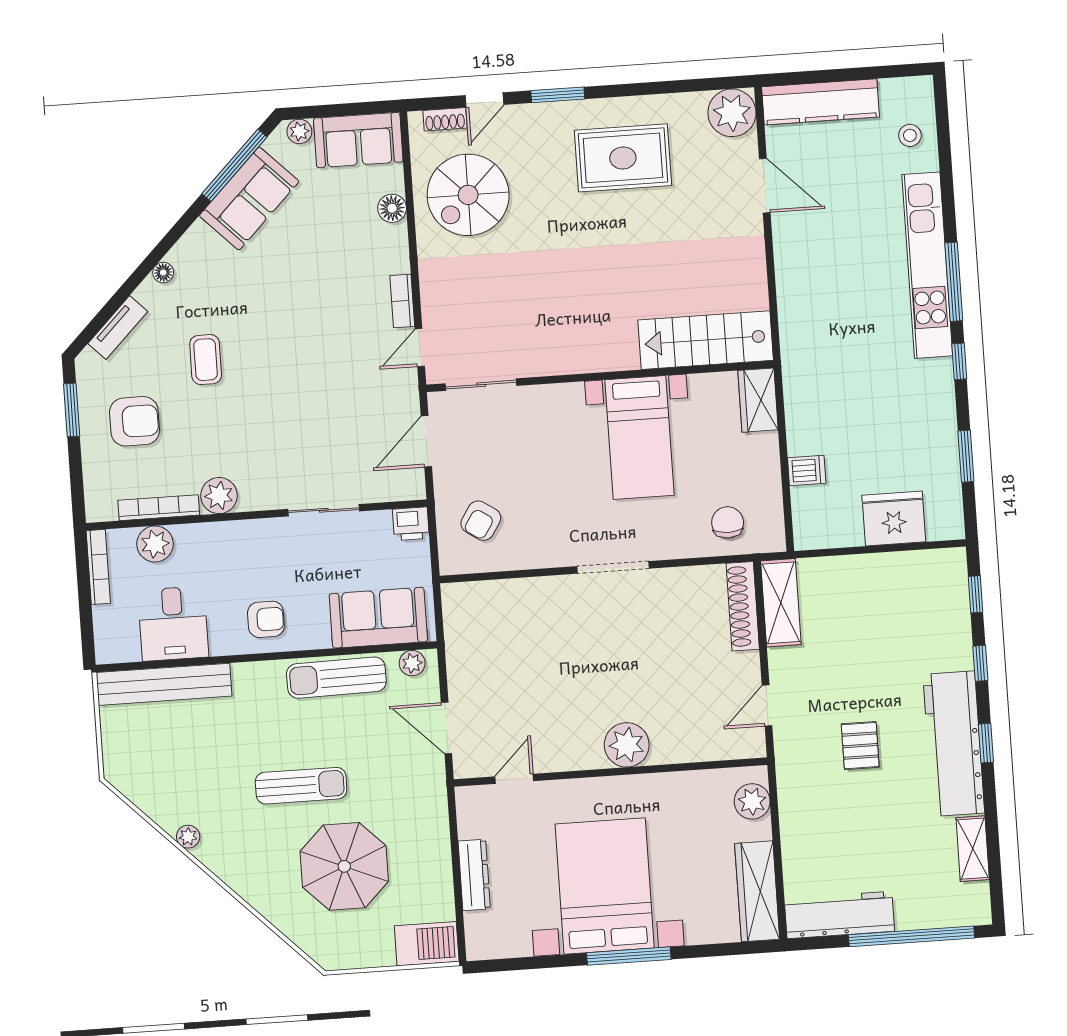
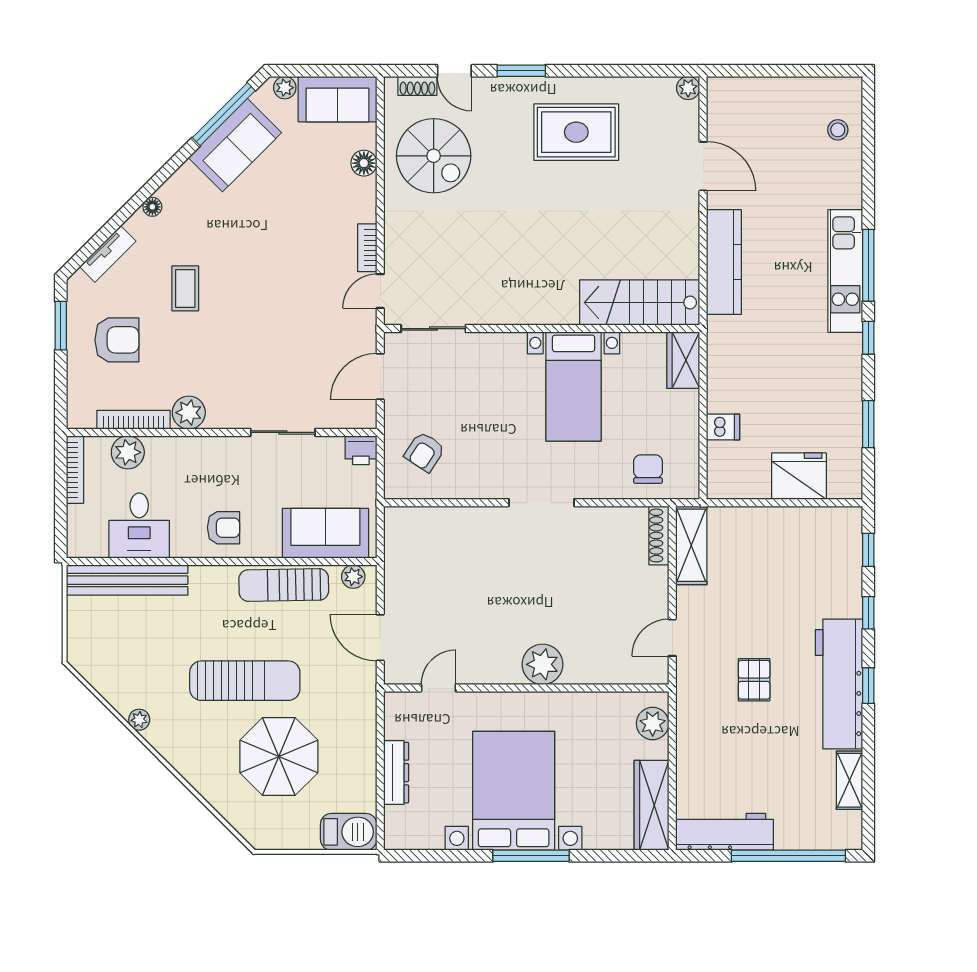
door: (484, 100) -> (454, 71), hinge flipped
kitchen counter: (820, 102) -> (724, 262), moved, turned -90
plant: (732, 113) -> (688, 88), width x0.53, depth x0.53
spiral stairs: (468, 195) -> (434, 156), turned -90
kitchen unit: (927, 265) -> (845, 271), width x0.73
shoe rack: (743, 606) -> (659, 535), width x0.74, depth x0.81
sun lounger: (301, 786) -> (245, 681), width x1.36, depth x1.34

